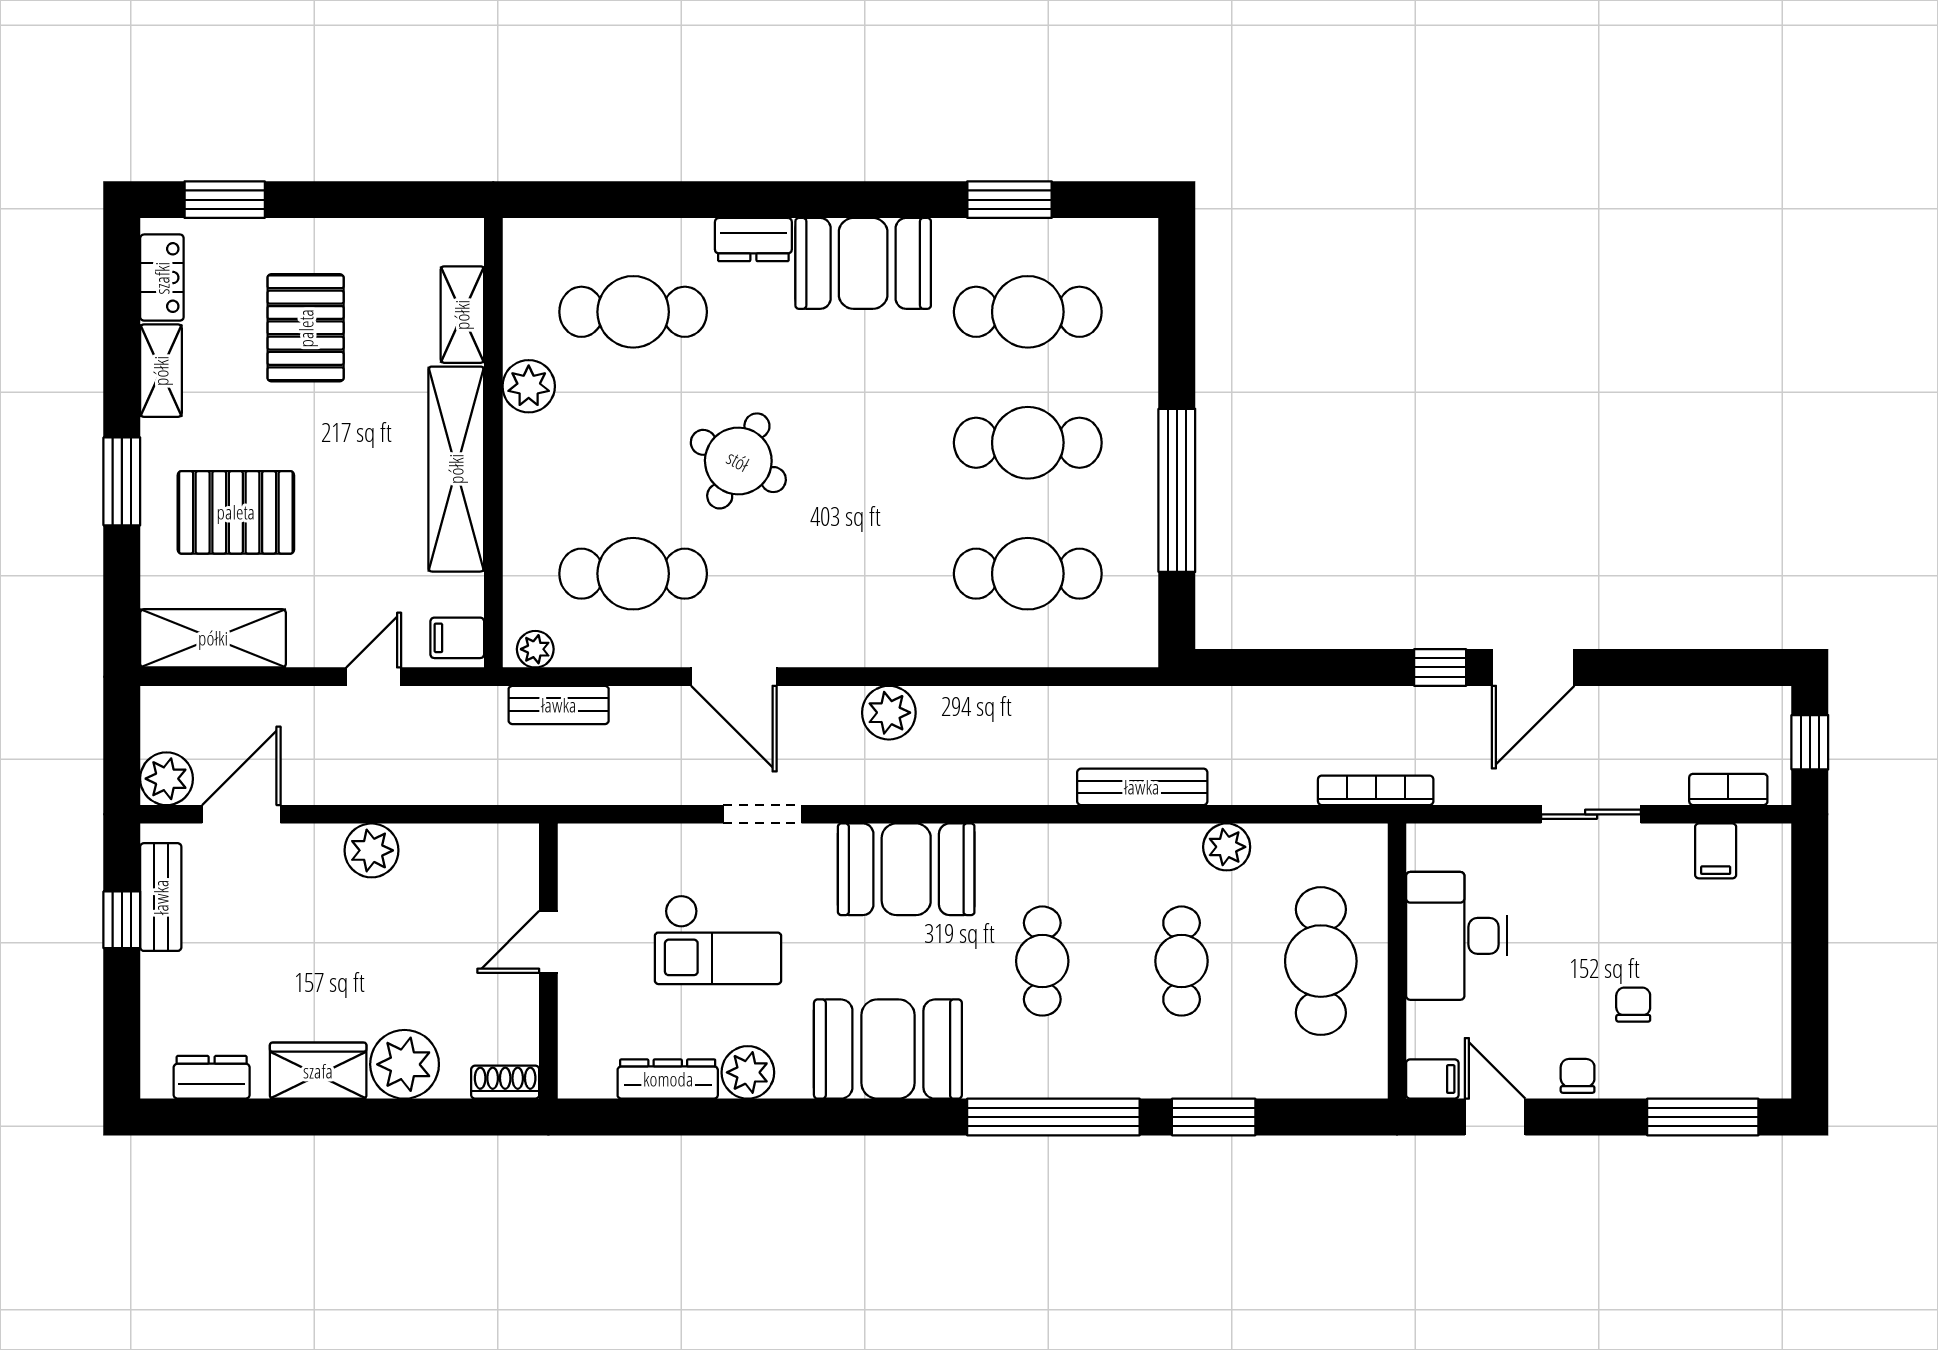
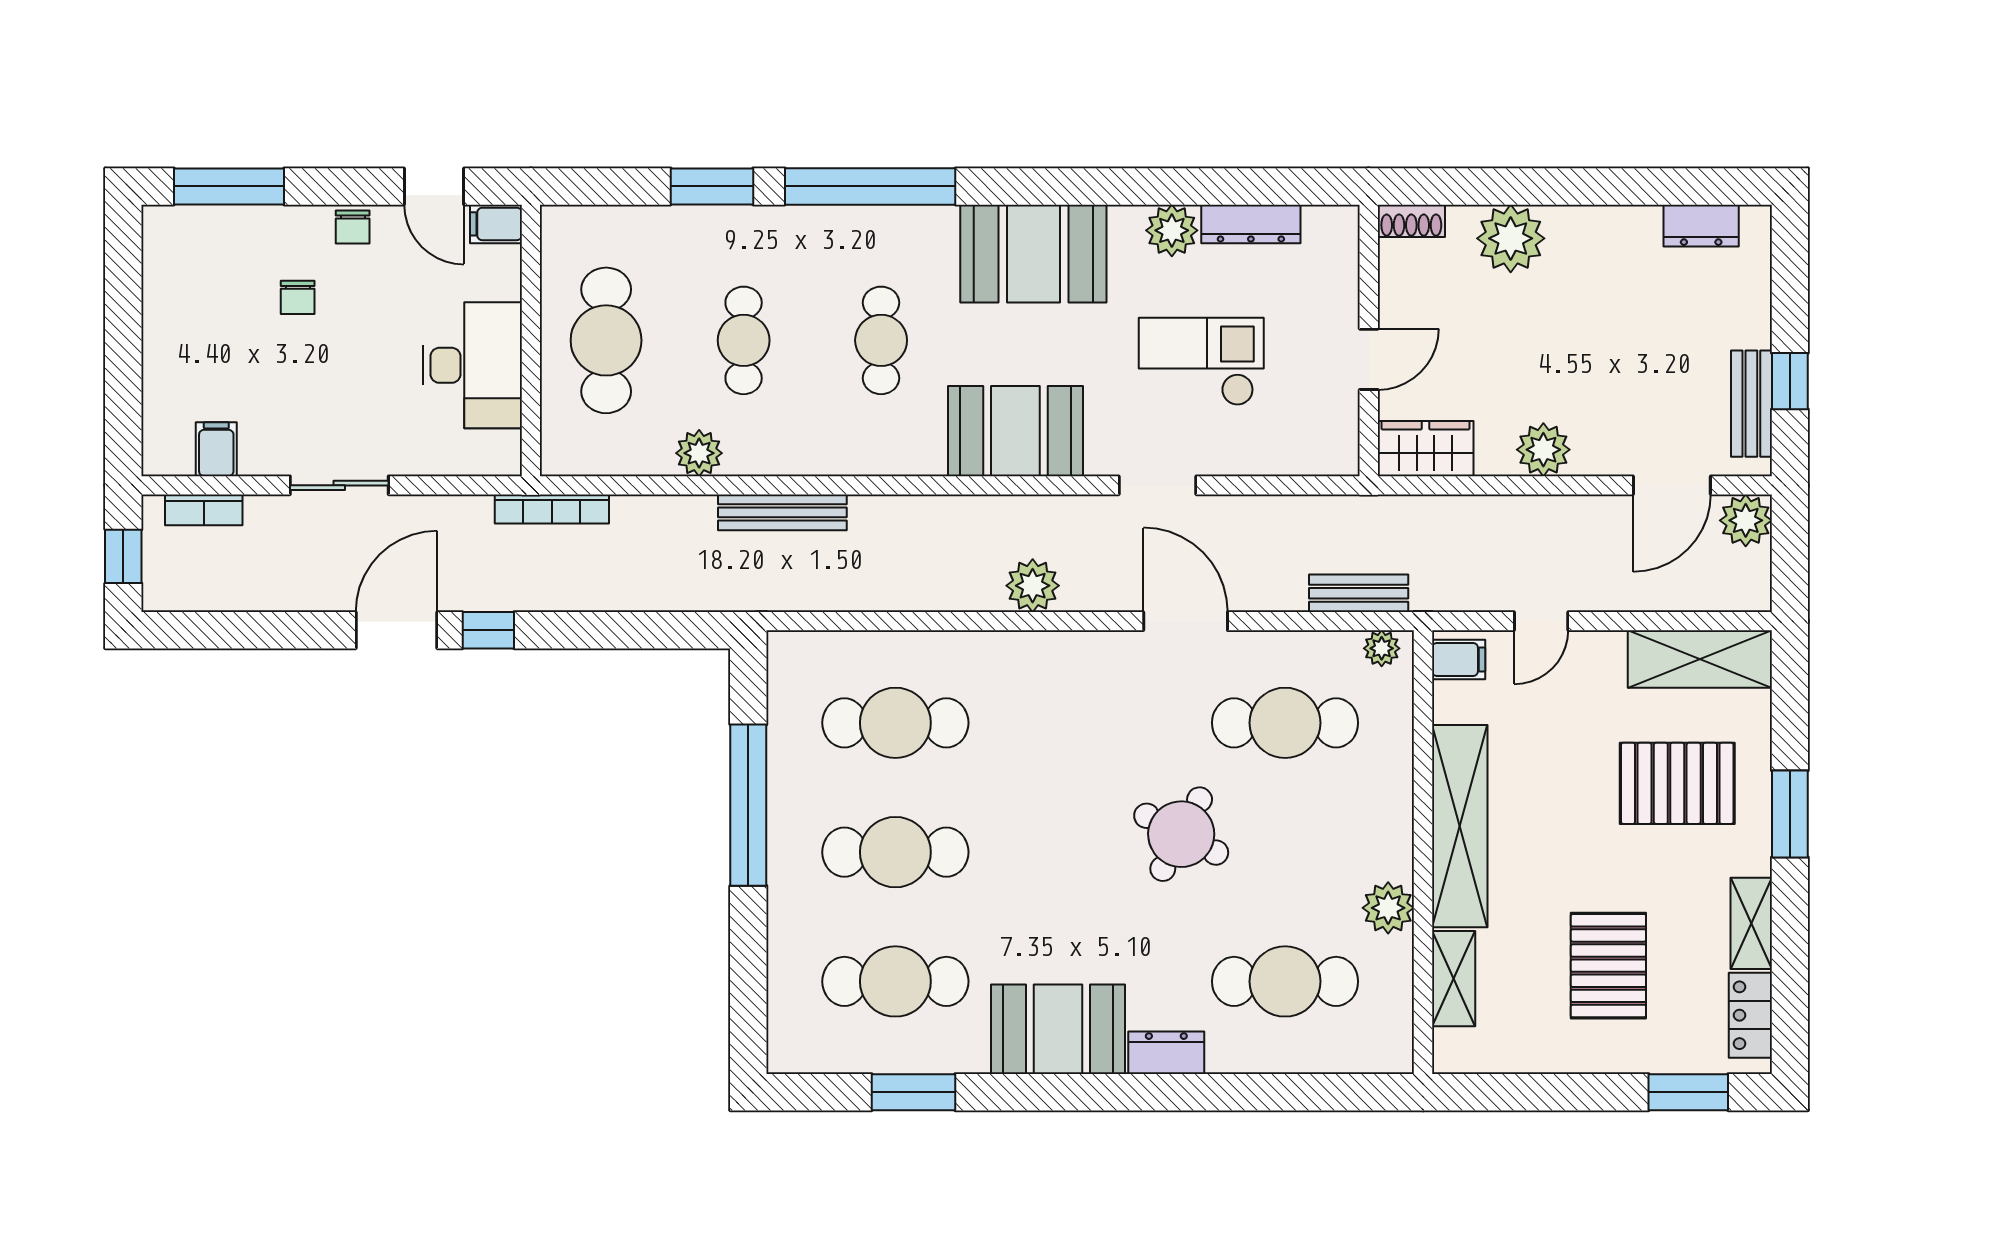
wardrobe: (318, 1071) -> (1426, 449), moved, turned 180

